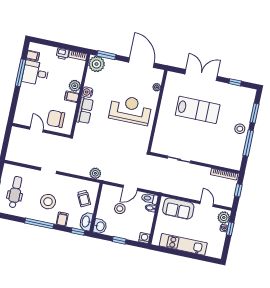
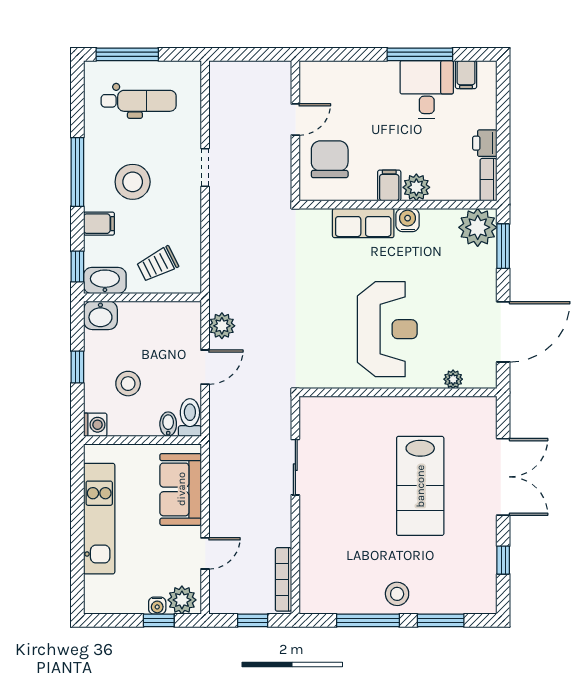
plant: (95, 173) -> (222, 326), moved
door: (130, 188) -> (205, 367), swing flipped
stool: (120, 209) -> (128, 384), moved

